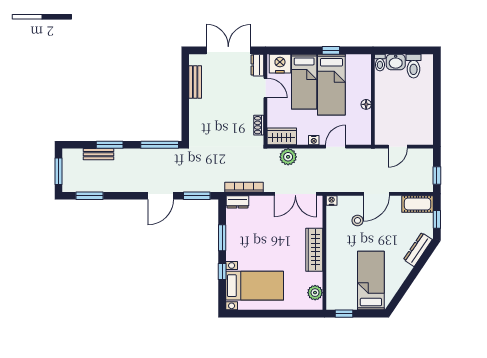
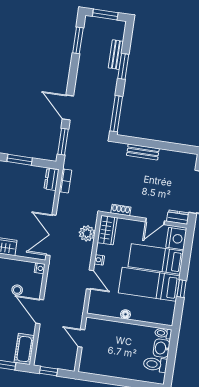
bench: (195, 82) -> (143, 152), moved
bookcase: (244, 187) -> (65, 181), width x0.64

